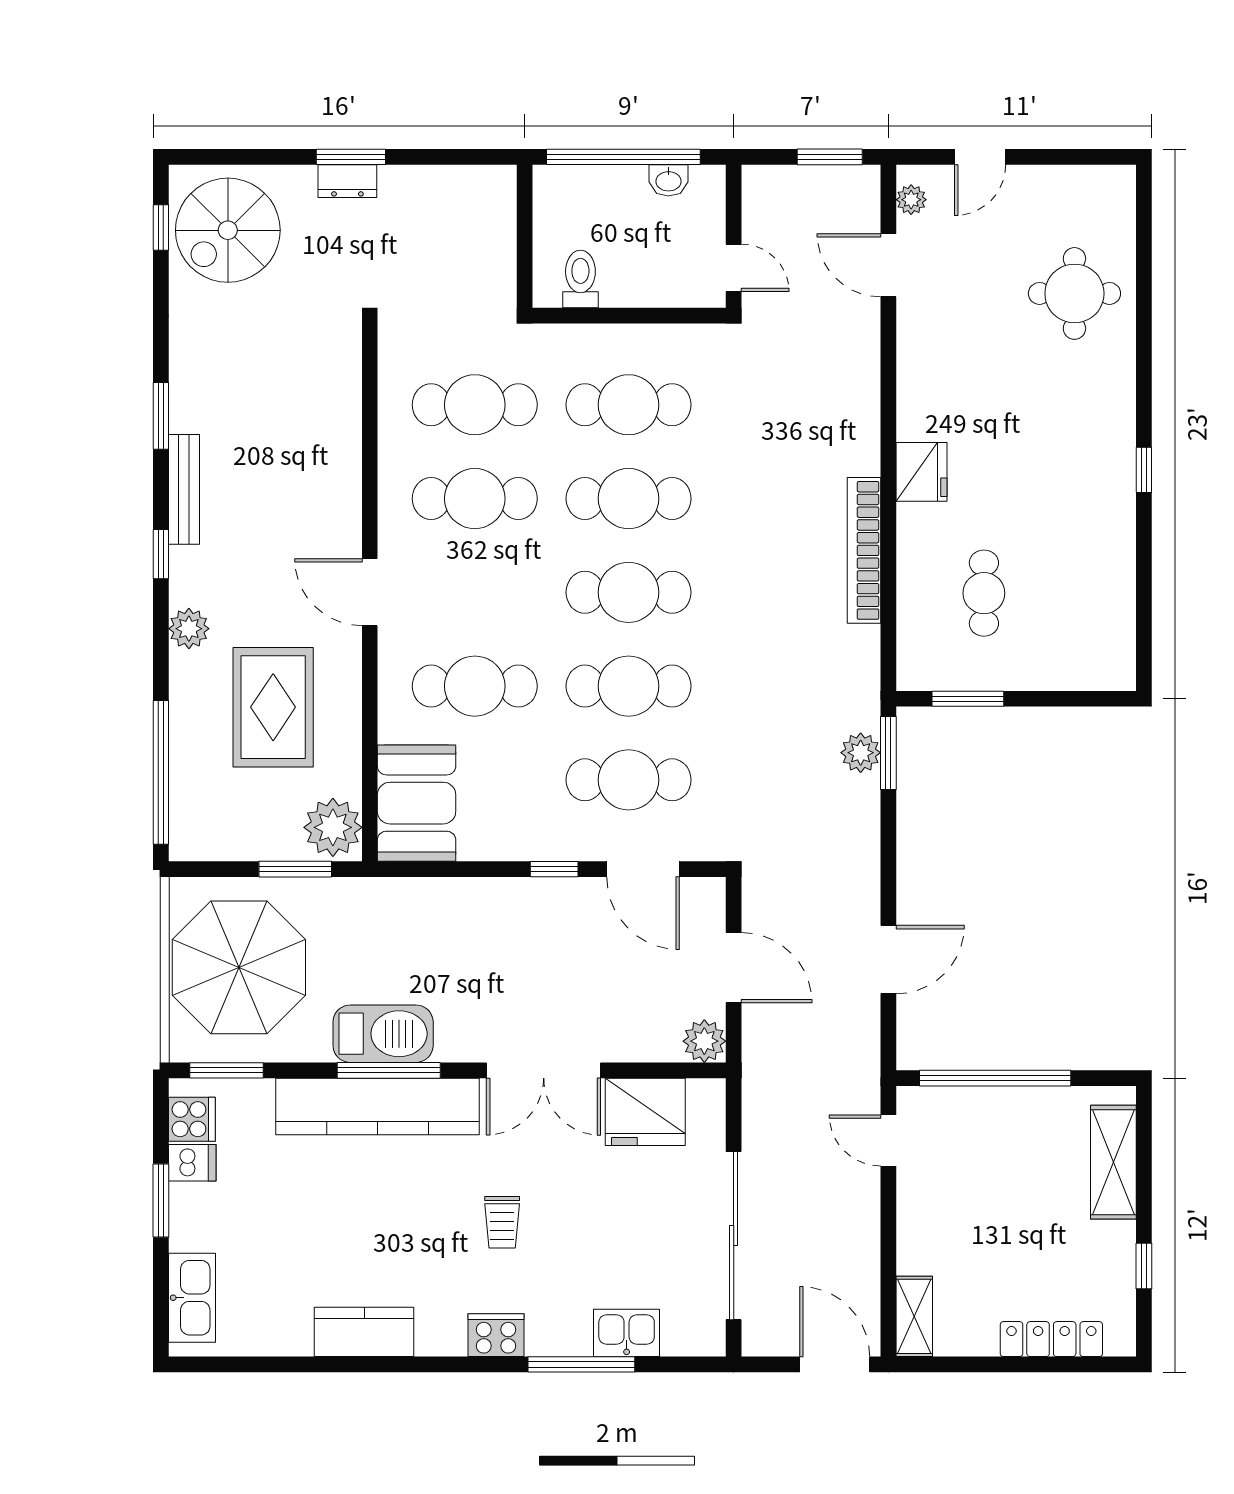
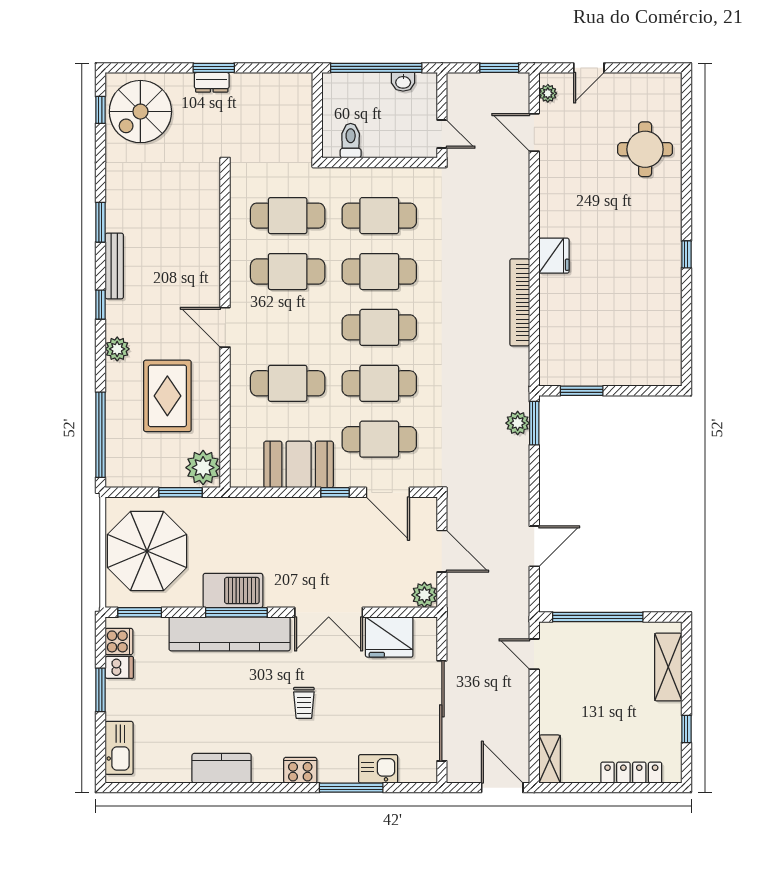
cafe table: (984, 593) -> (591, 328), removed
booth: (417, 803) -> (299, 464), moved, turned 90

